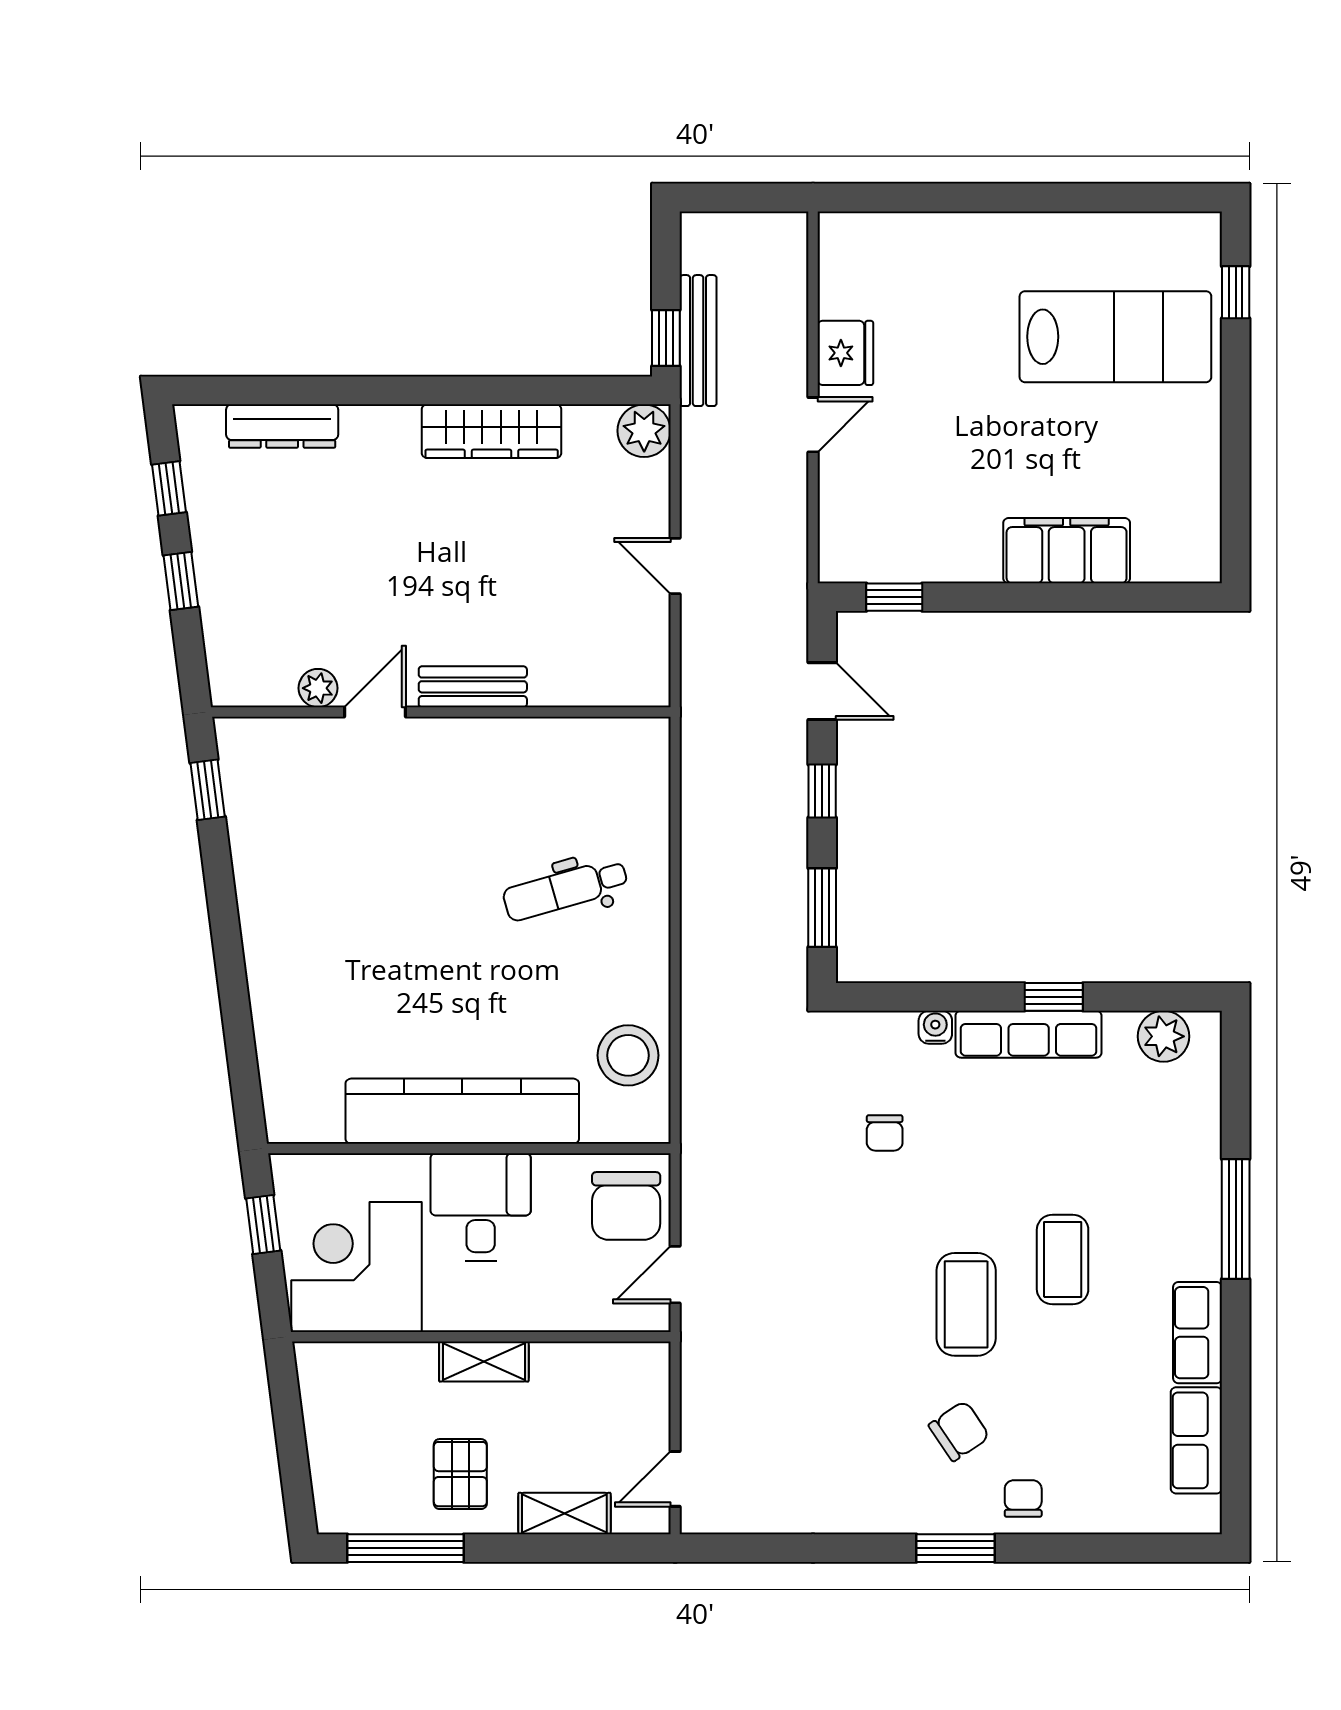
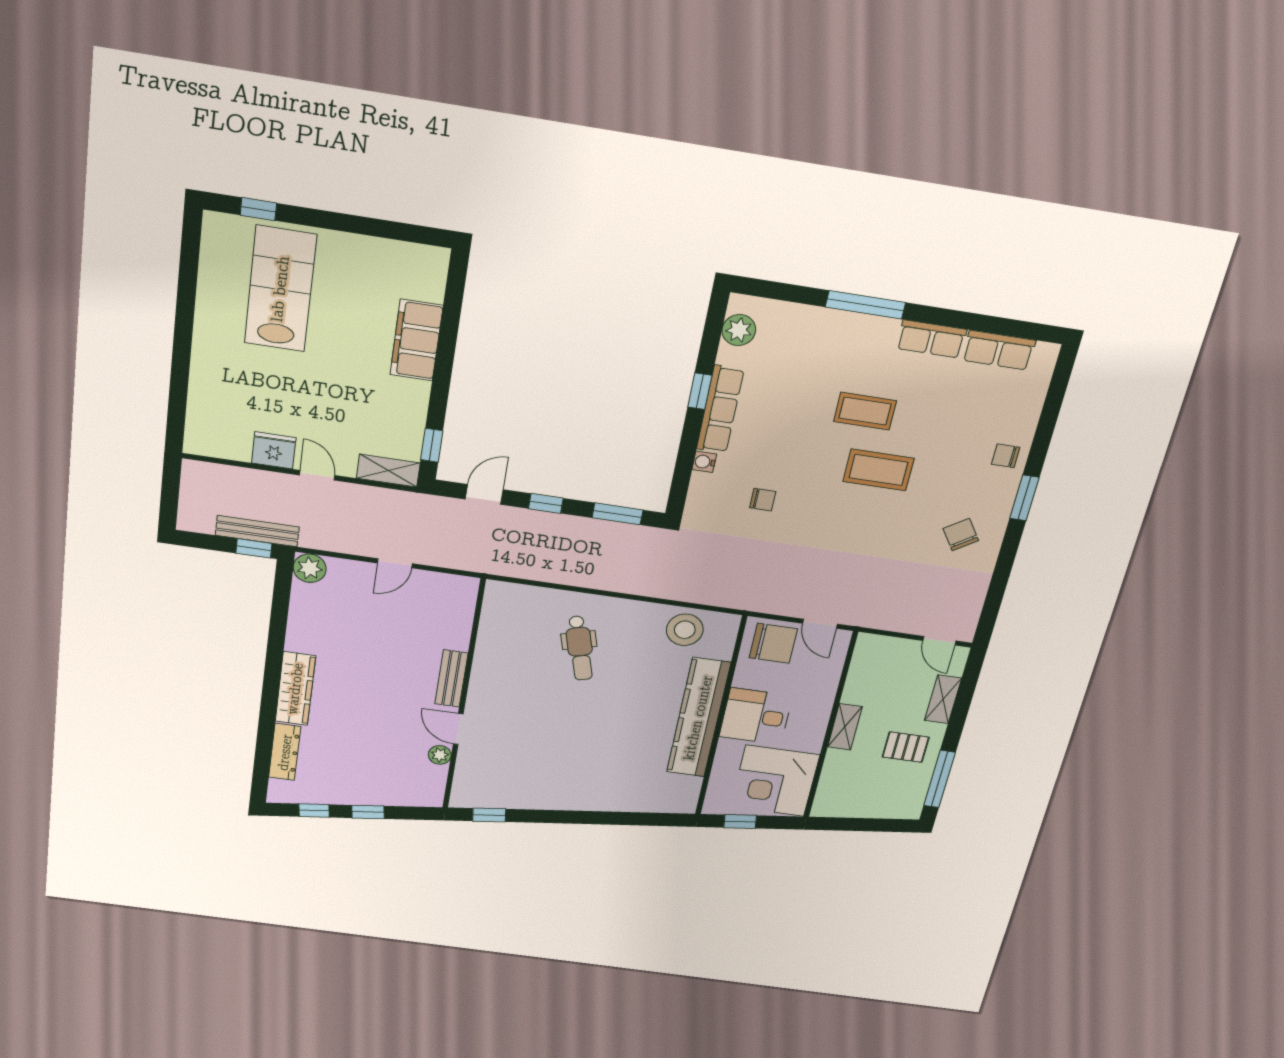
wardrobe: (492, 431) -> (295, 689), moved
shelving: (839, 535) -> (388, 471), added
chair: (959, 1431) -> (961, 535), moved

